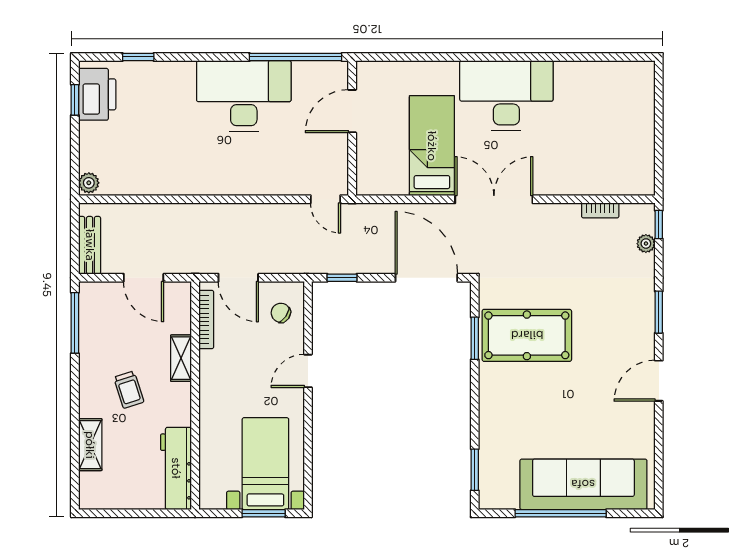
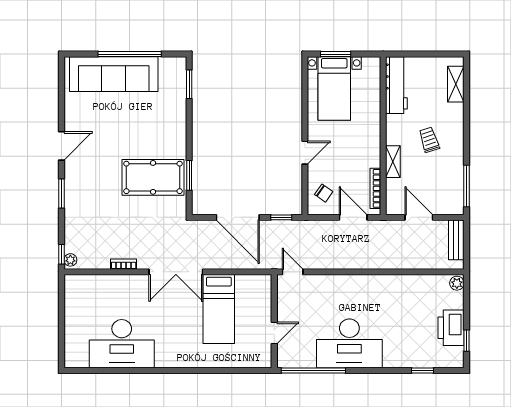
printer: (97, 94) -> (451, 328), moved
desk: (506, 96) -> (122, 344), moved
door: (352, 111) -> (274, 333), width x0.73
bookcase: (600, 210) -> (124, 264), moved
plant: (646, 244) -> (70, 260), moved
door: (426, 278) -> (238, 217), moved
shelving: (90, 445) -> (456, 84), moved

